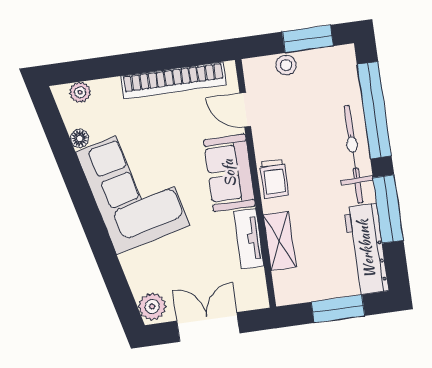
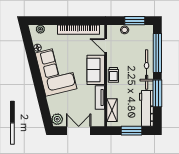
shelving: (280, 241) -> (112, 110), moved

